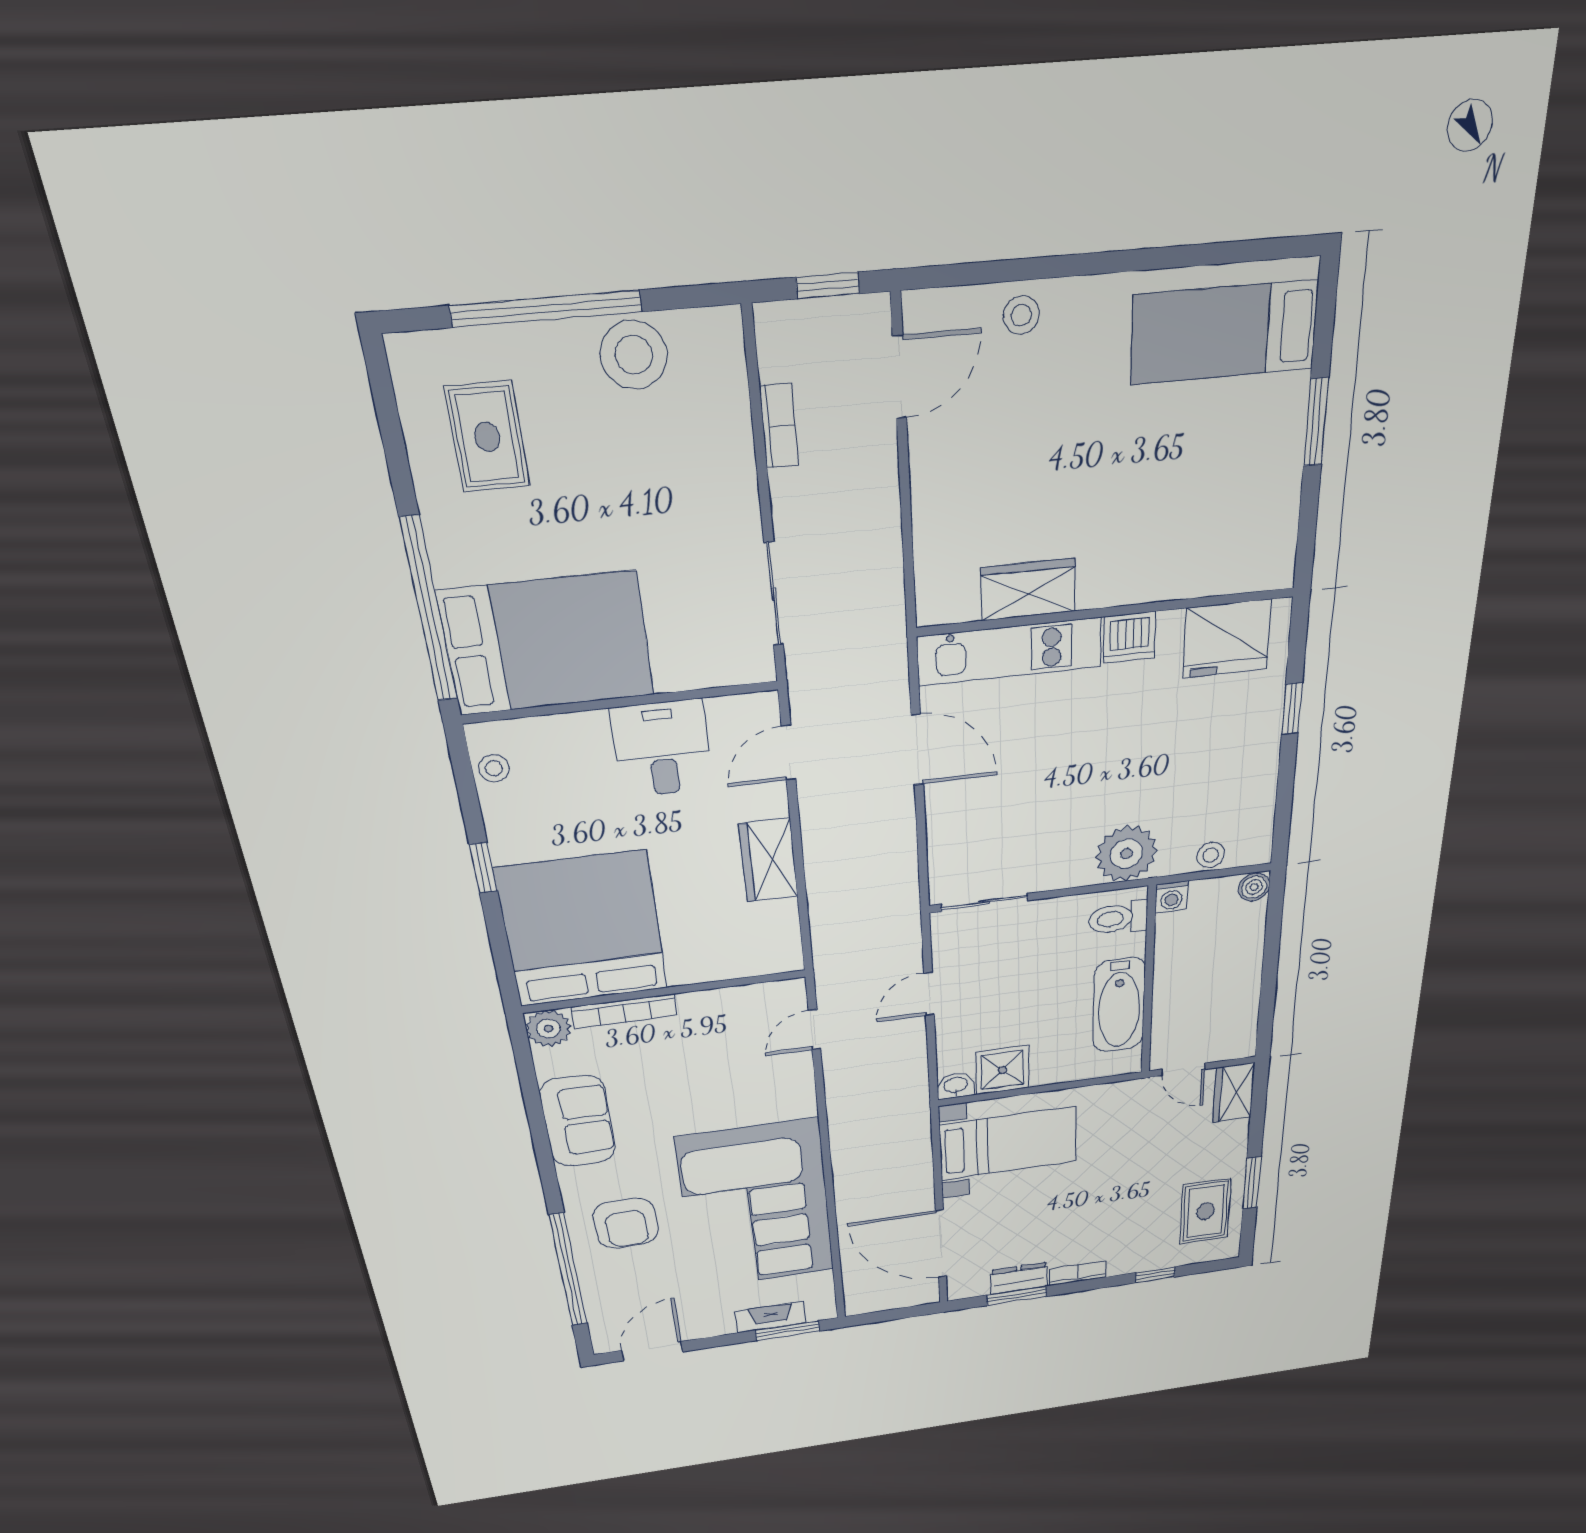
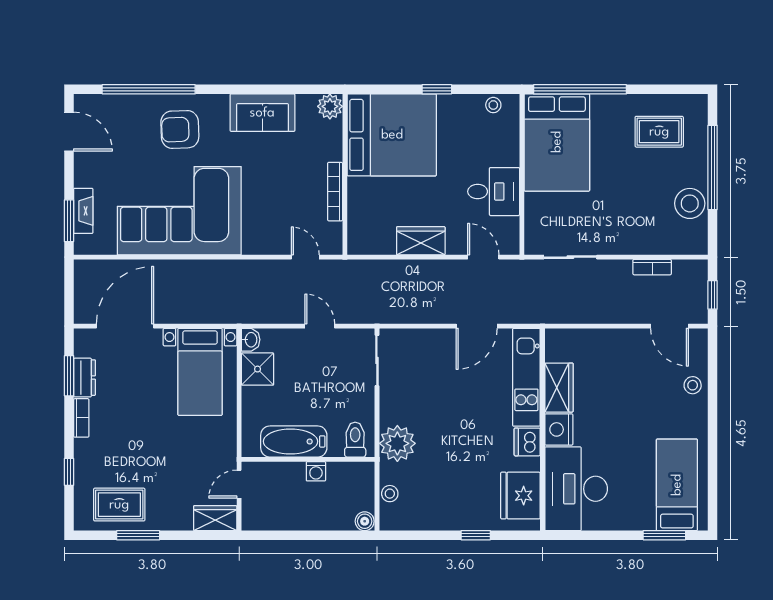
window: (1316, 422) -> (664, 535), moved
desk: (1220, 537) -> (576, 489), added
nightstand: (1108, 582) -> (559, 429), added
washing machine: (1172, 897) -> (316, 471), moved, turned -90
bookcase: (624, 1011) -> (335, 192), moved

